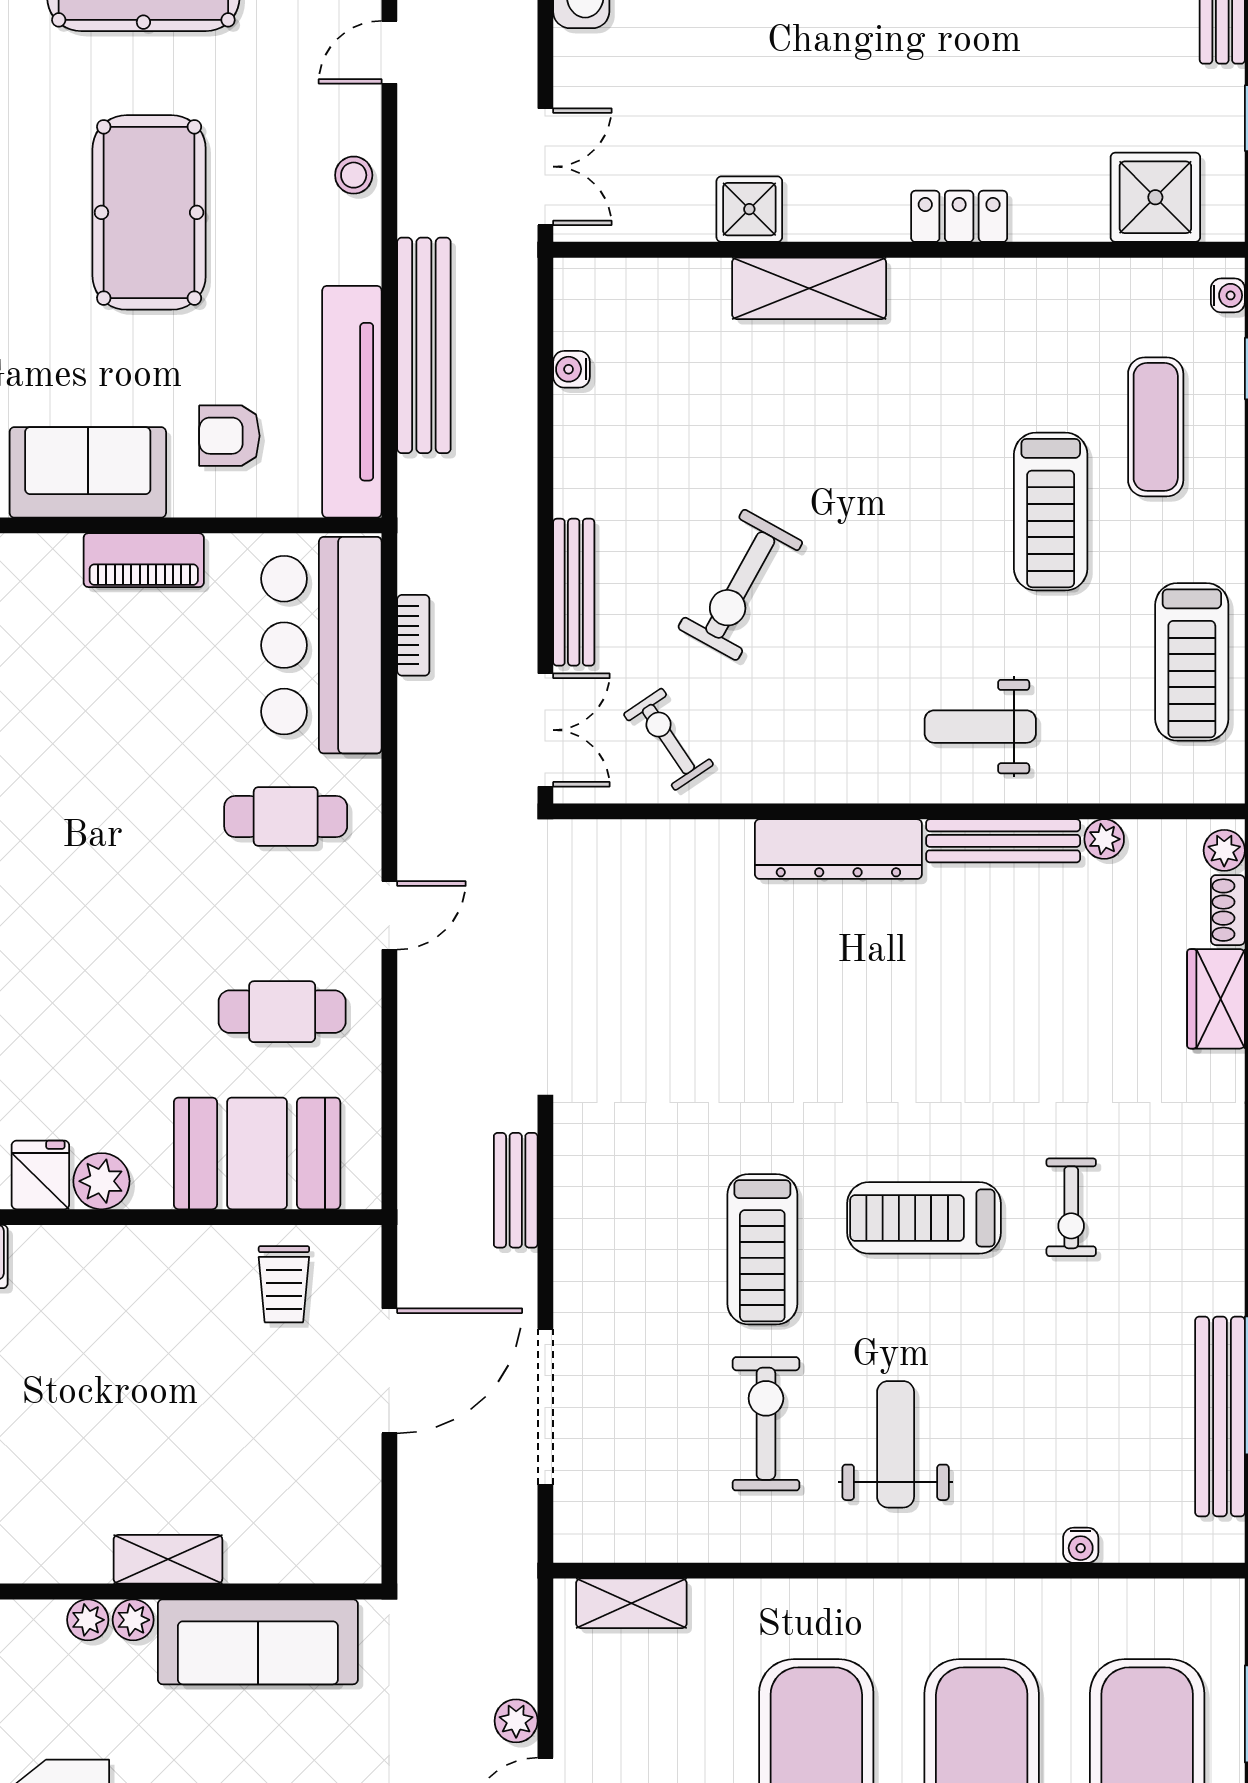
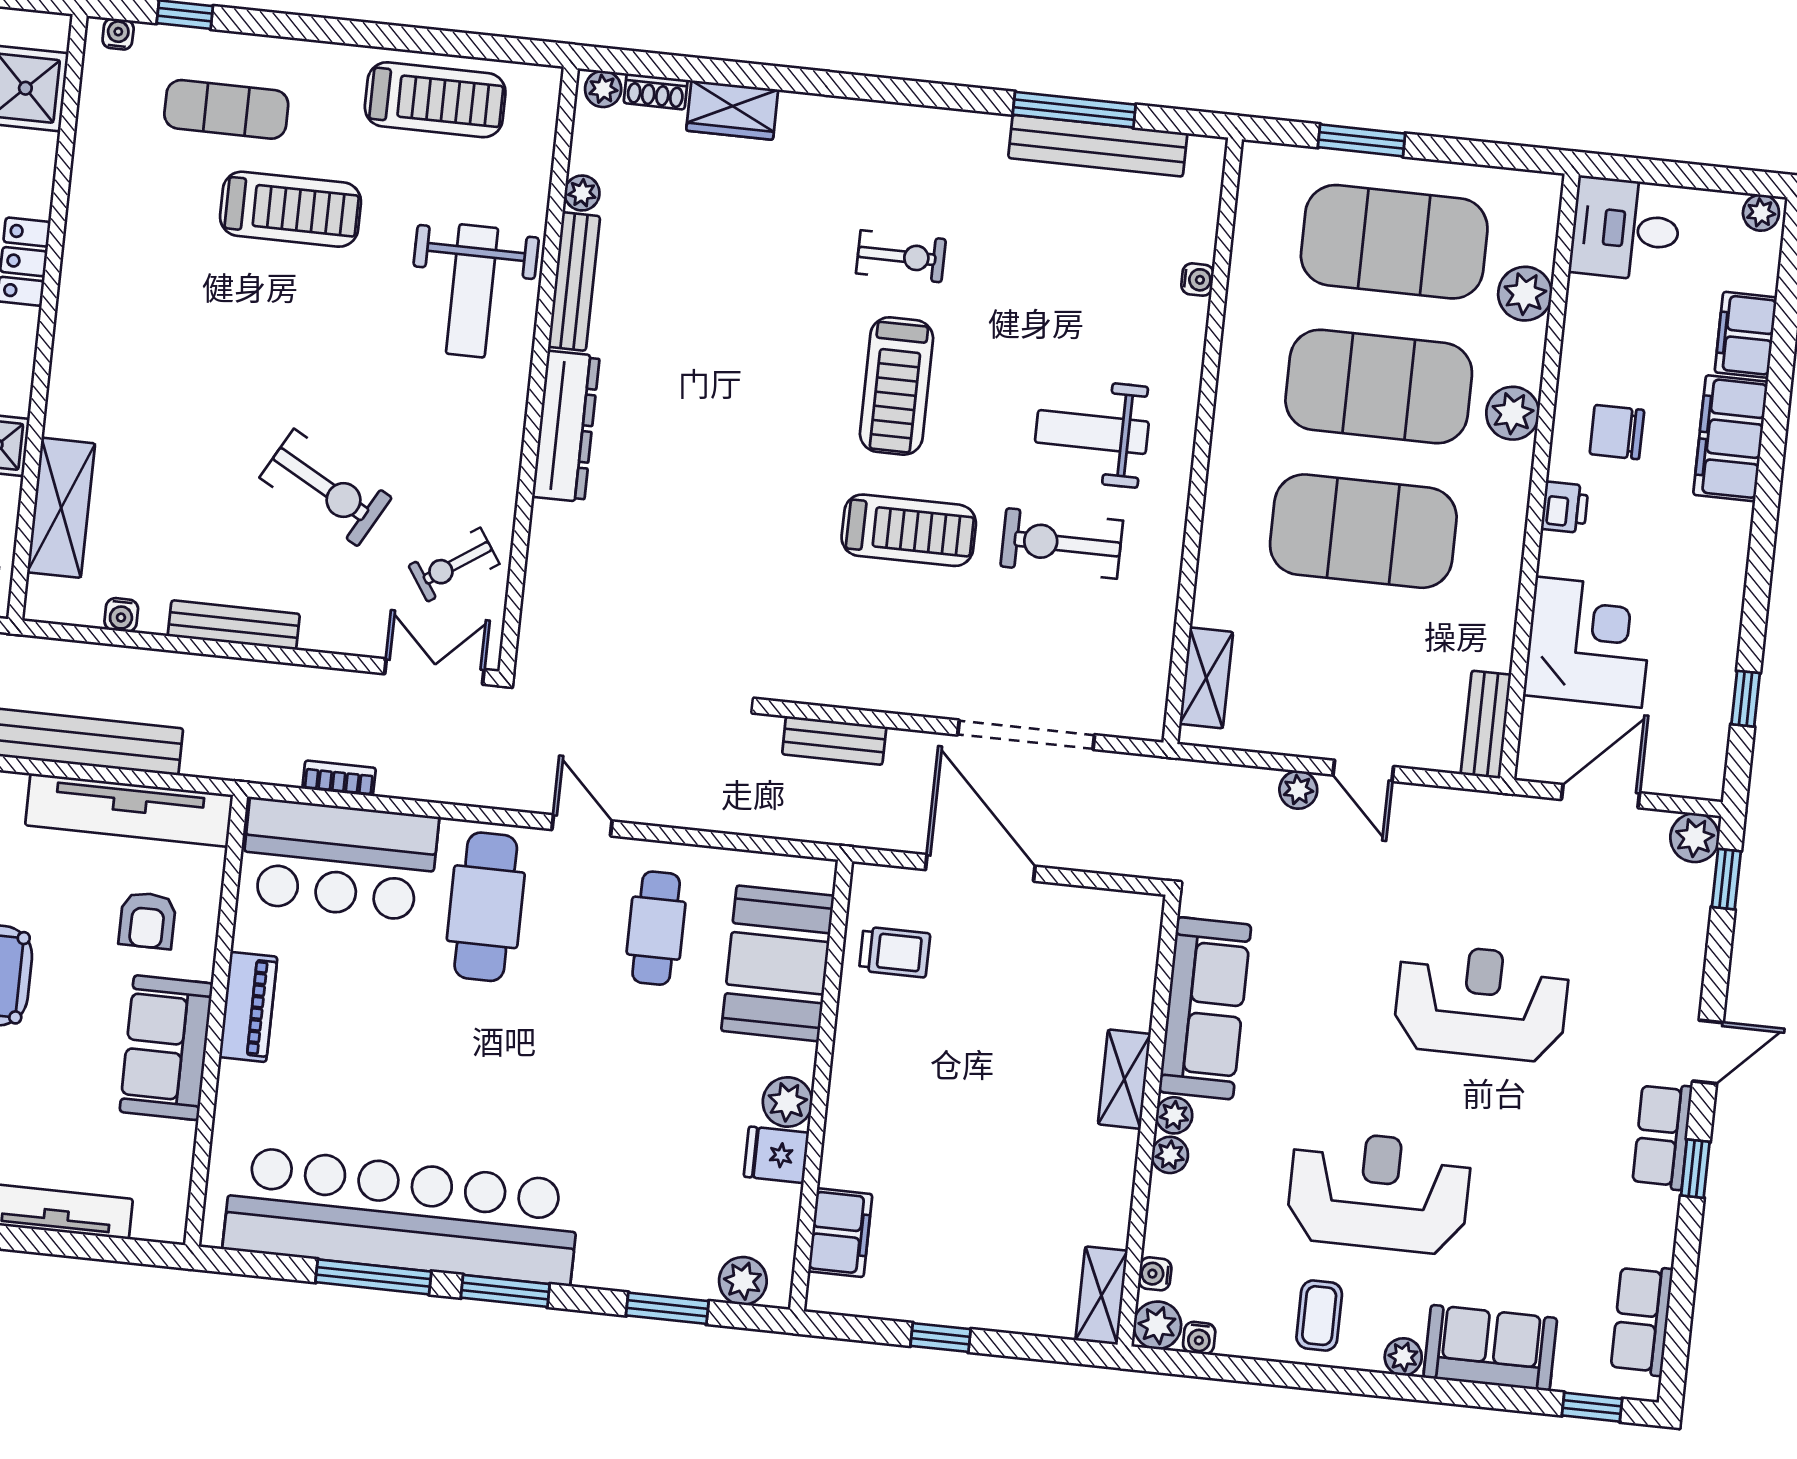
shelving: (809, 288) -> (61, 508), moved
bench: (574, 592) -> (234, 625), moved
weight bench: (980, 727) -> (472, 291), width x1.36, depth x1.33
cafe table: (286, 817) -> (486, 907), width x1.37, depth x1.35

